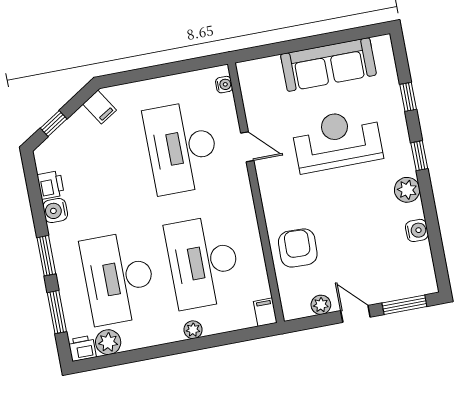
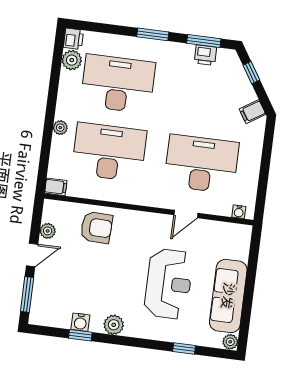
plant: (382, 44) -> (230, 342), added
window: (419, 156) -> (80, 335), moved
water cooler: (55, 211) -> (185, 52), removed
window: (57, 312) -> (204, 41), moved

